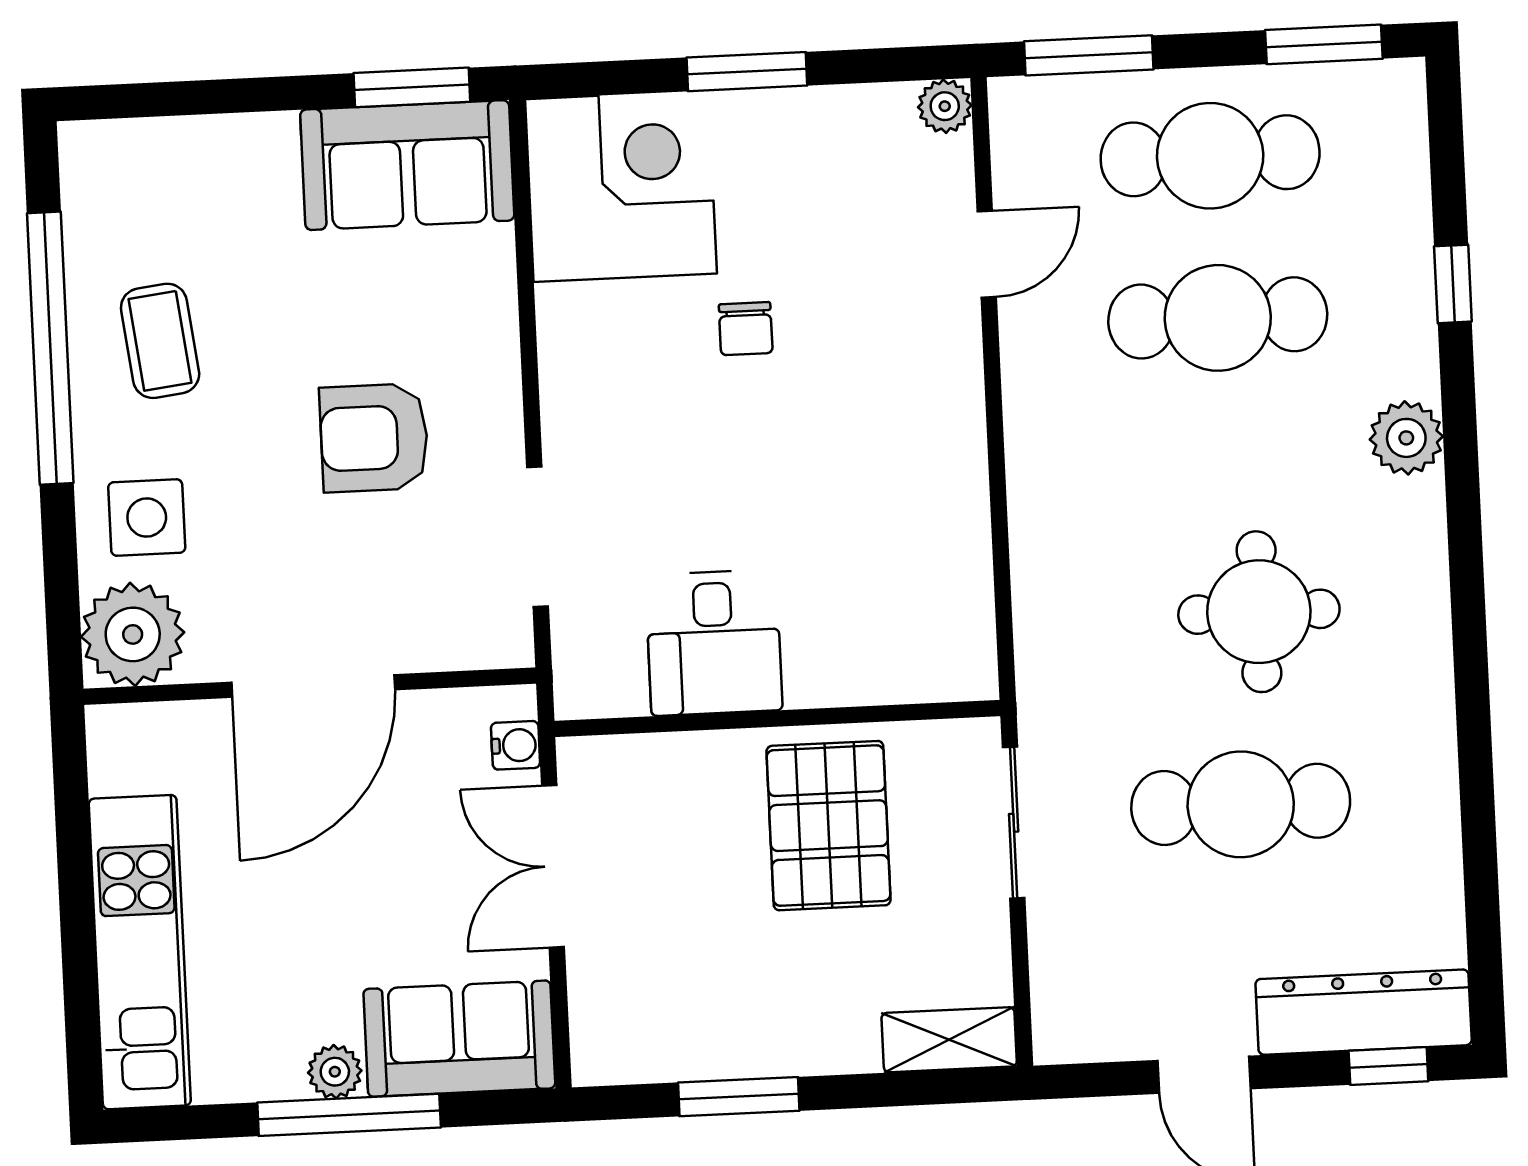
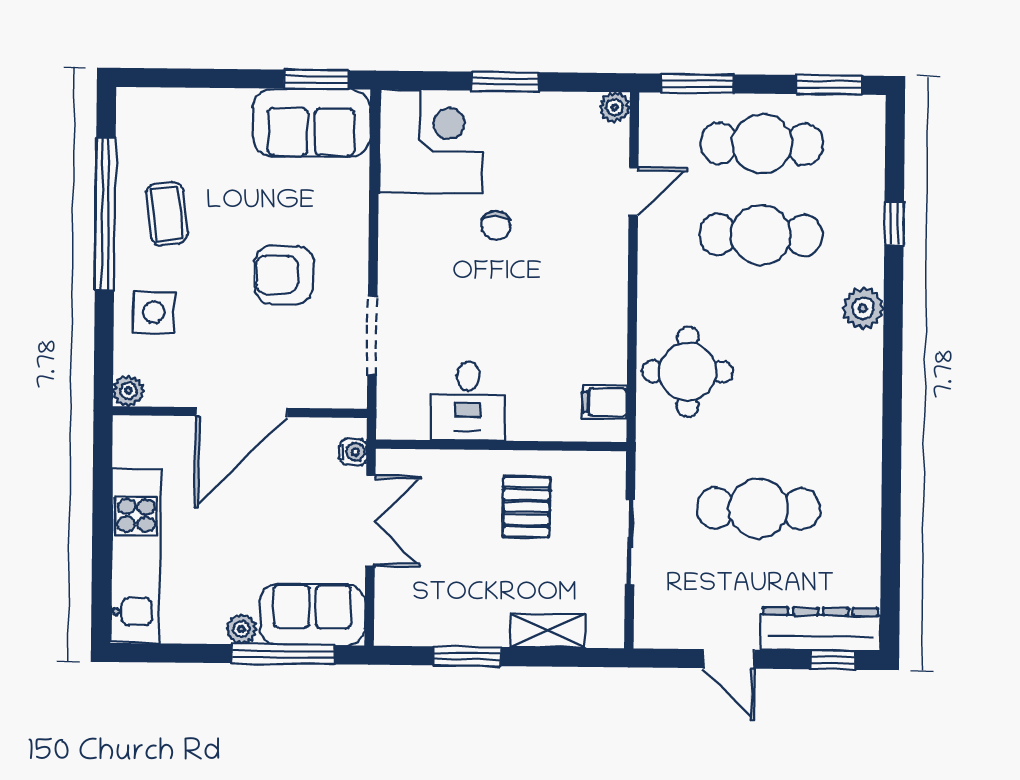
round table: (1259, 612) -> (688, 372), moved
filing cabinet: (957, 631) -> (605, 402), added
plant: (133, 634) -> (128, 391), width x0.53, depth x0.53
sliding door: (1014, 823) -> (630, 542), moved
pallet: (829, 826) -> (526, 507), width x0.67, depth x0.71
double door: (553, 866) -> (370, 521), swing flipped
shelving: (949, 1040) -> (548, 631), moved
window: (349, 1115) -> (283, 654), moved

